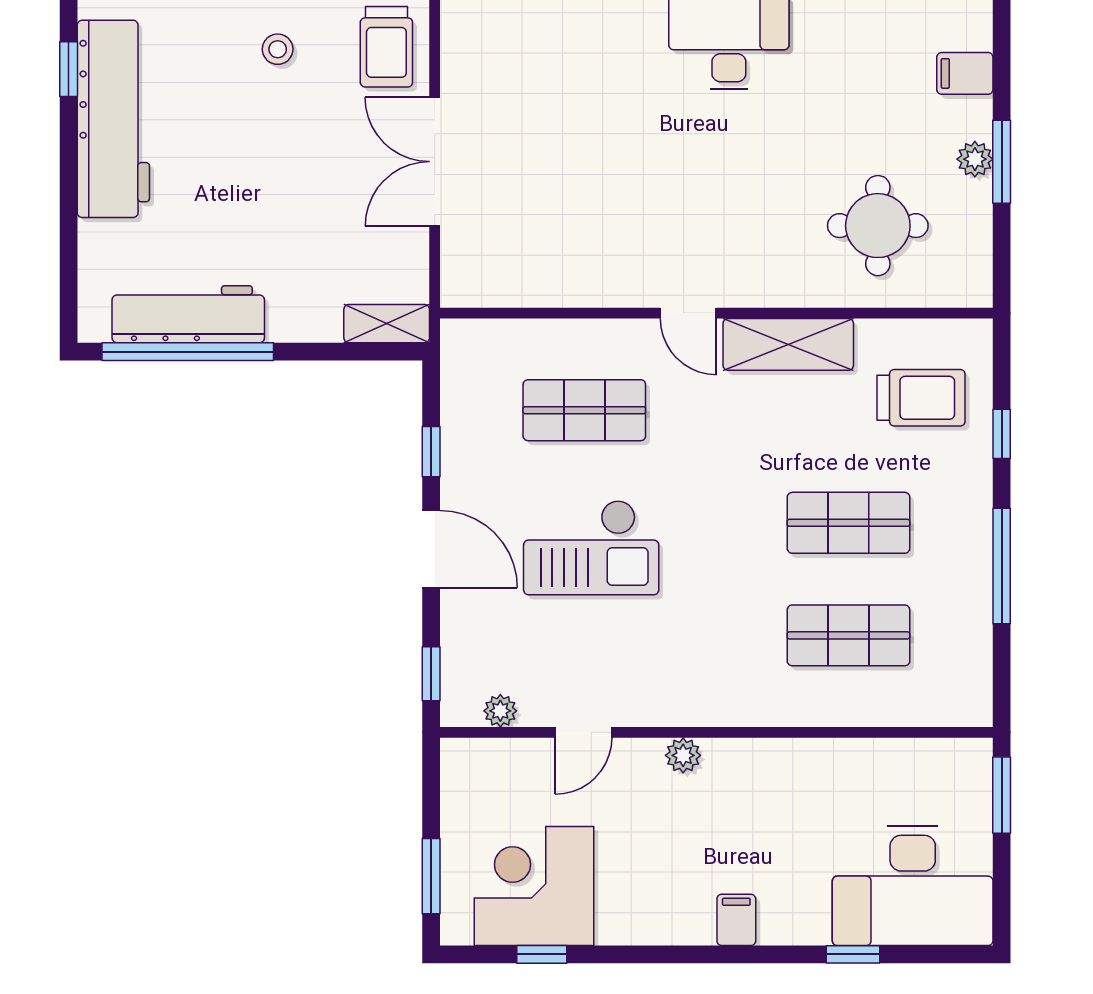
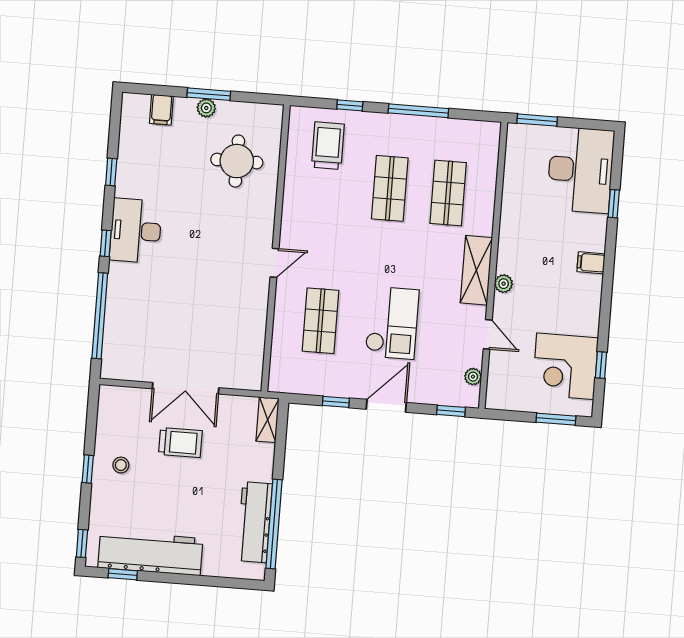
trolley: (386, 47) -> (180, 443), moved
shelving: (788, 344) -> (476, 270), moved

